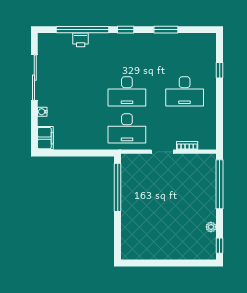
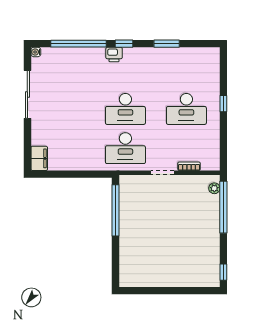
printer: (81, 40) -> (114, 55), moved
window: (220, 70) -> (223, 104), moved
water cooler: (42, 112) -> (36, 52), moved
plant: (211, 227) -> (214, 188), moved

